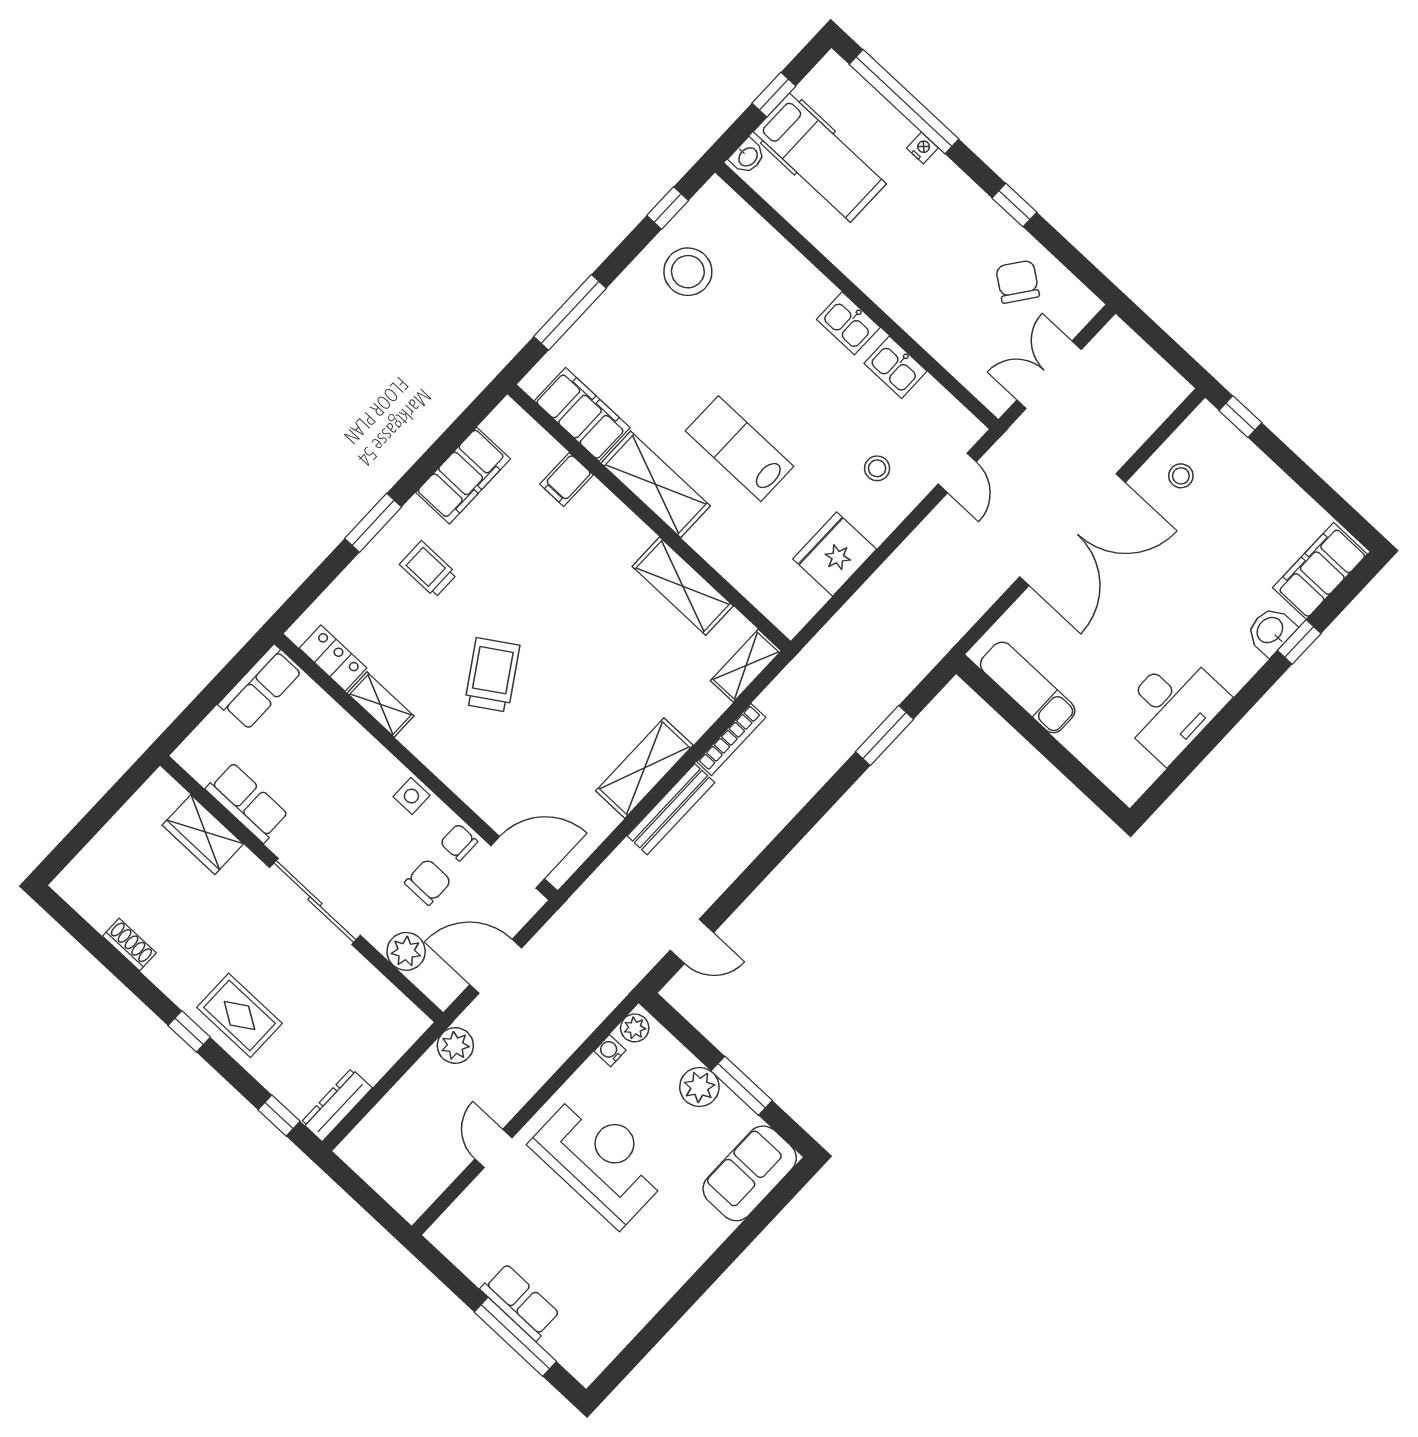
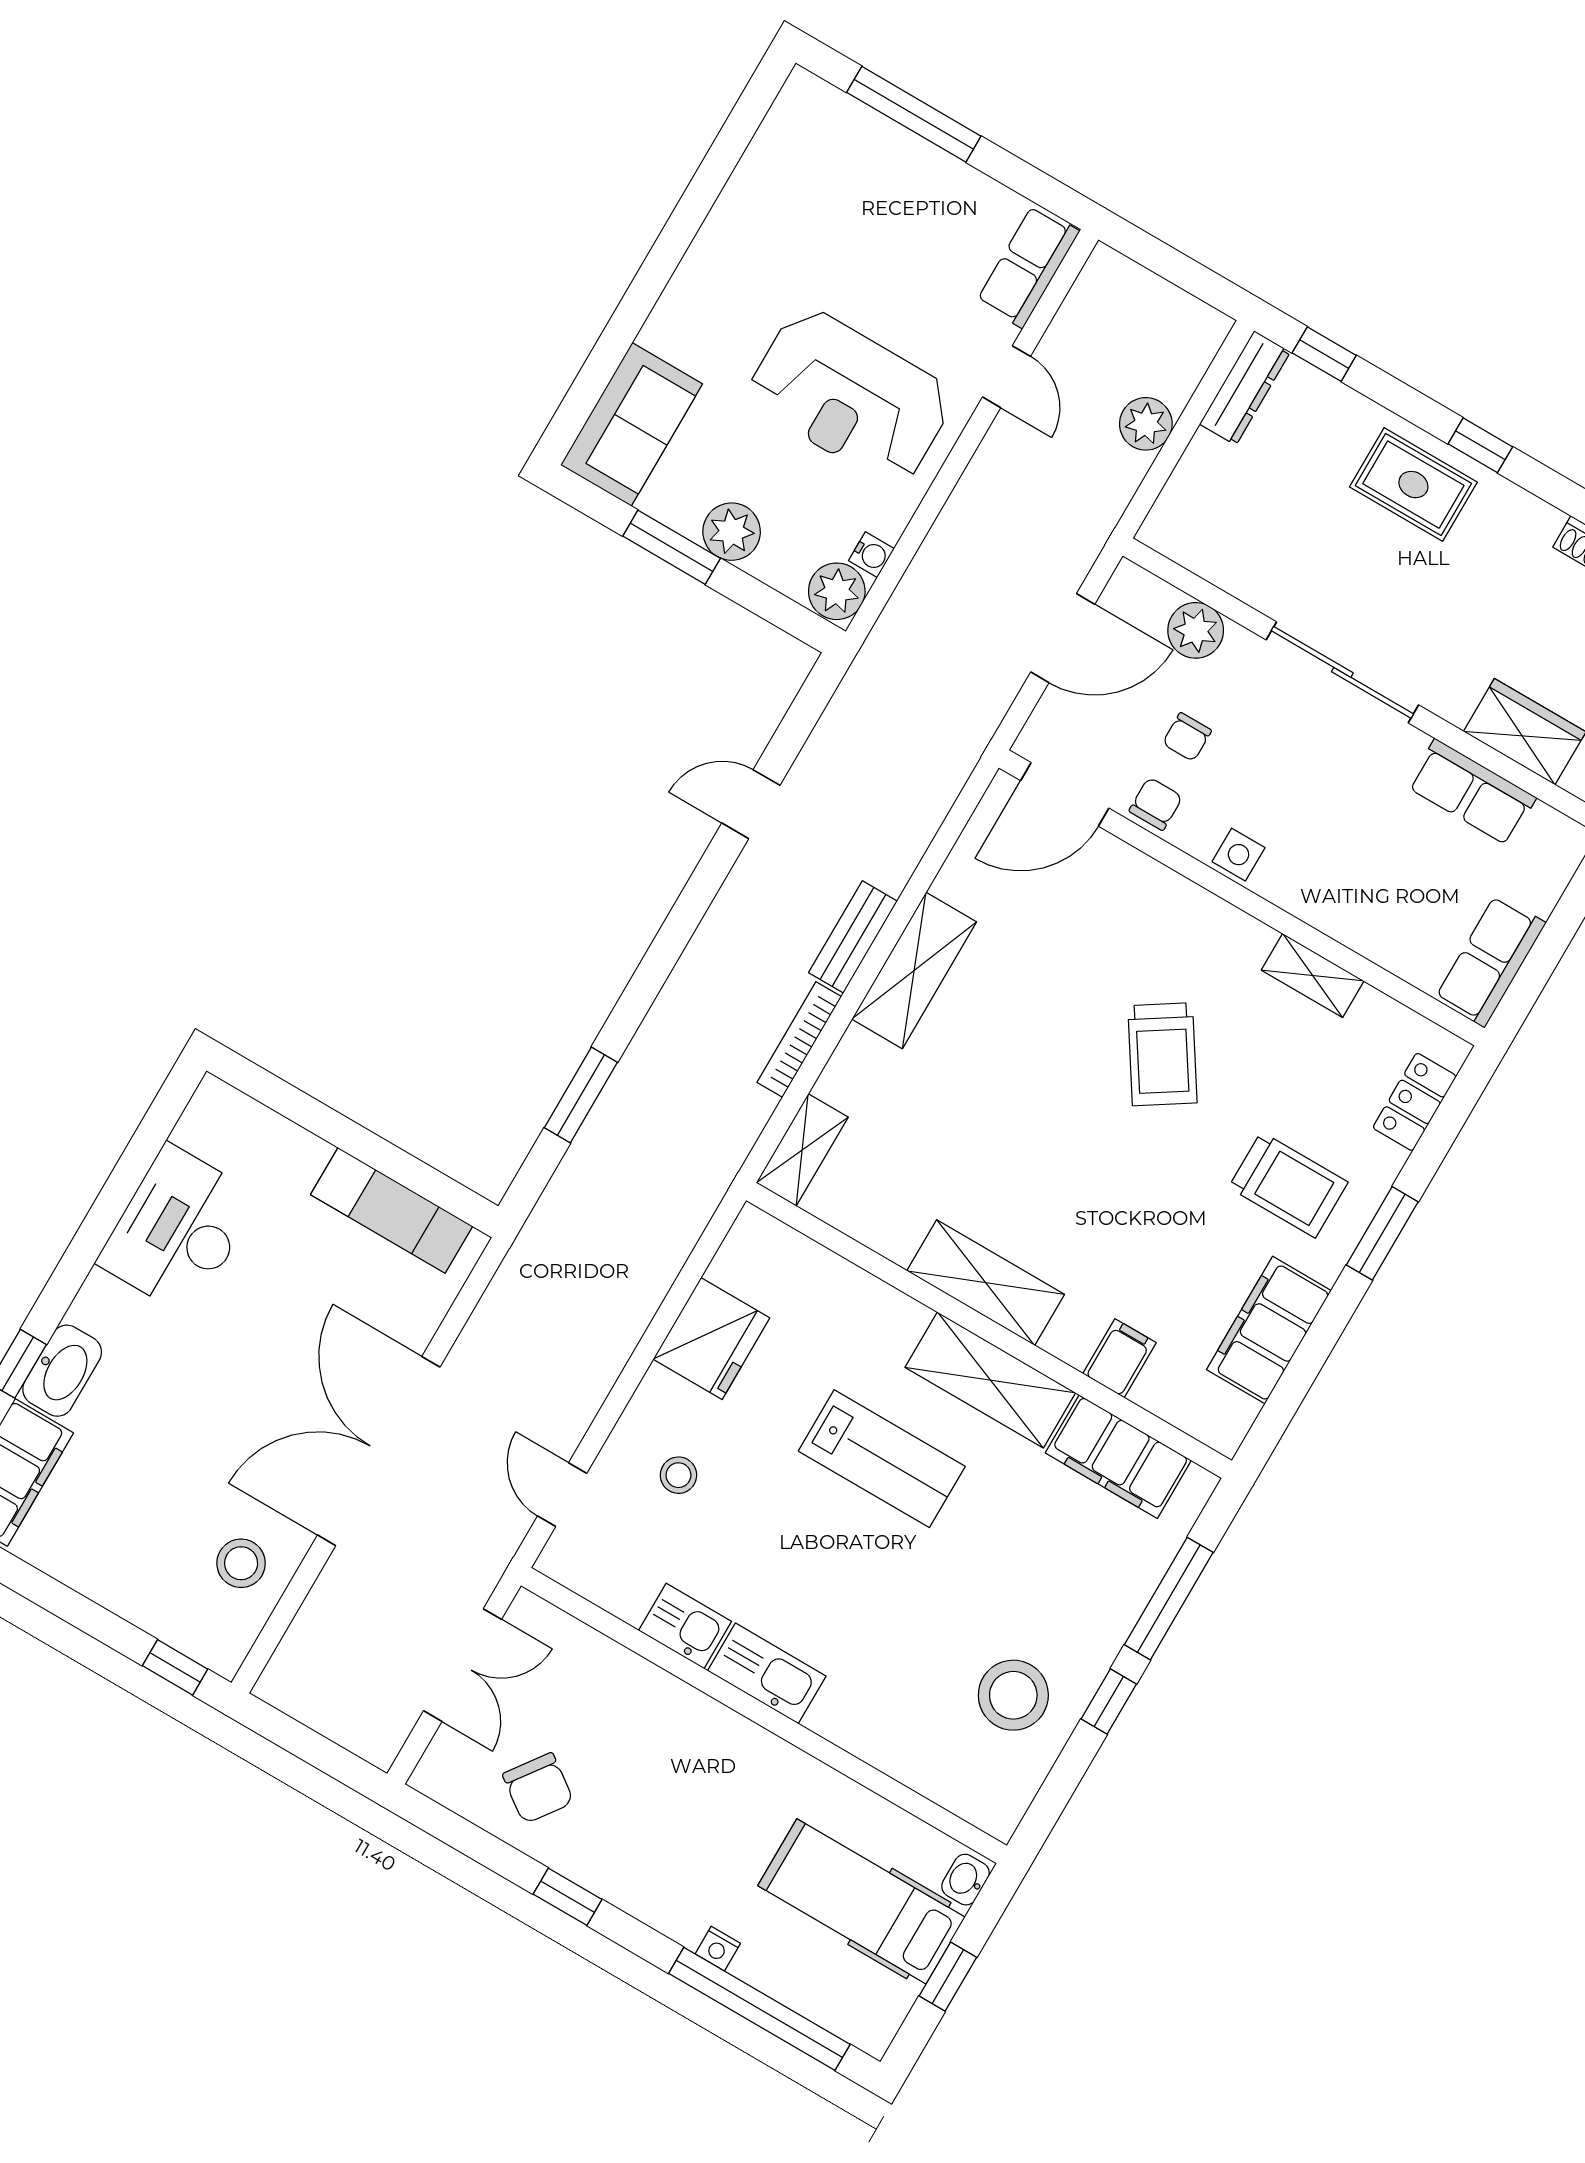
window: (668, 208) -> (1109, 1702), moved
kitchen sink: (848, 323) -> (767, 1673), width x1.38
stool: (1181, 476) -> (241, 1563), width x1.37, depth x1.37
trolley: (428, 569) -> (1288, 1185), width x1.36, depth x1.39
shelving: (683, 586) -> (986, 1283), moved
washbasin: (1271, 631) -> (62, 1371), width x1.38
locker: (333, 658) -> (1415, 1102), moved, turned 90
bench: (671, 809) -> (853, 937), width x0.73
chair: (459, 842) -> (1156, 804), turned -90
chair: (428, 882) -> (1187, 737), width x0.73, depth x0.73
door: (692, 941) -> (751, 804), moved
plant: (635, 1028) -> (837, 591), width x1.38, depth x1.38
plant: (455, 1046) -> (1146, 424), moved
row of seats: (520, 1302) -> (1028, 266), moved, turned 90

